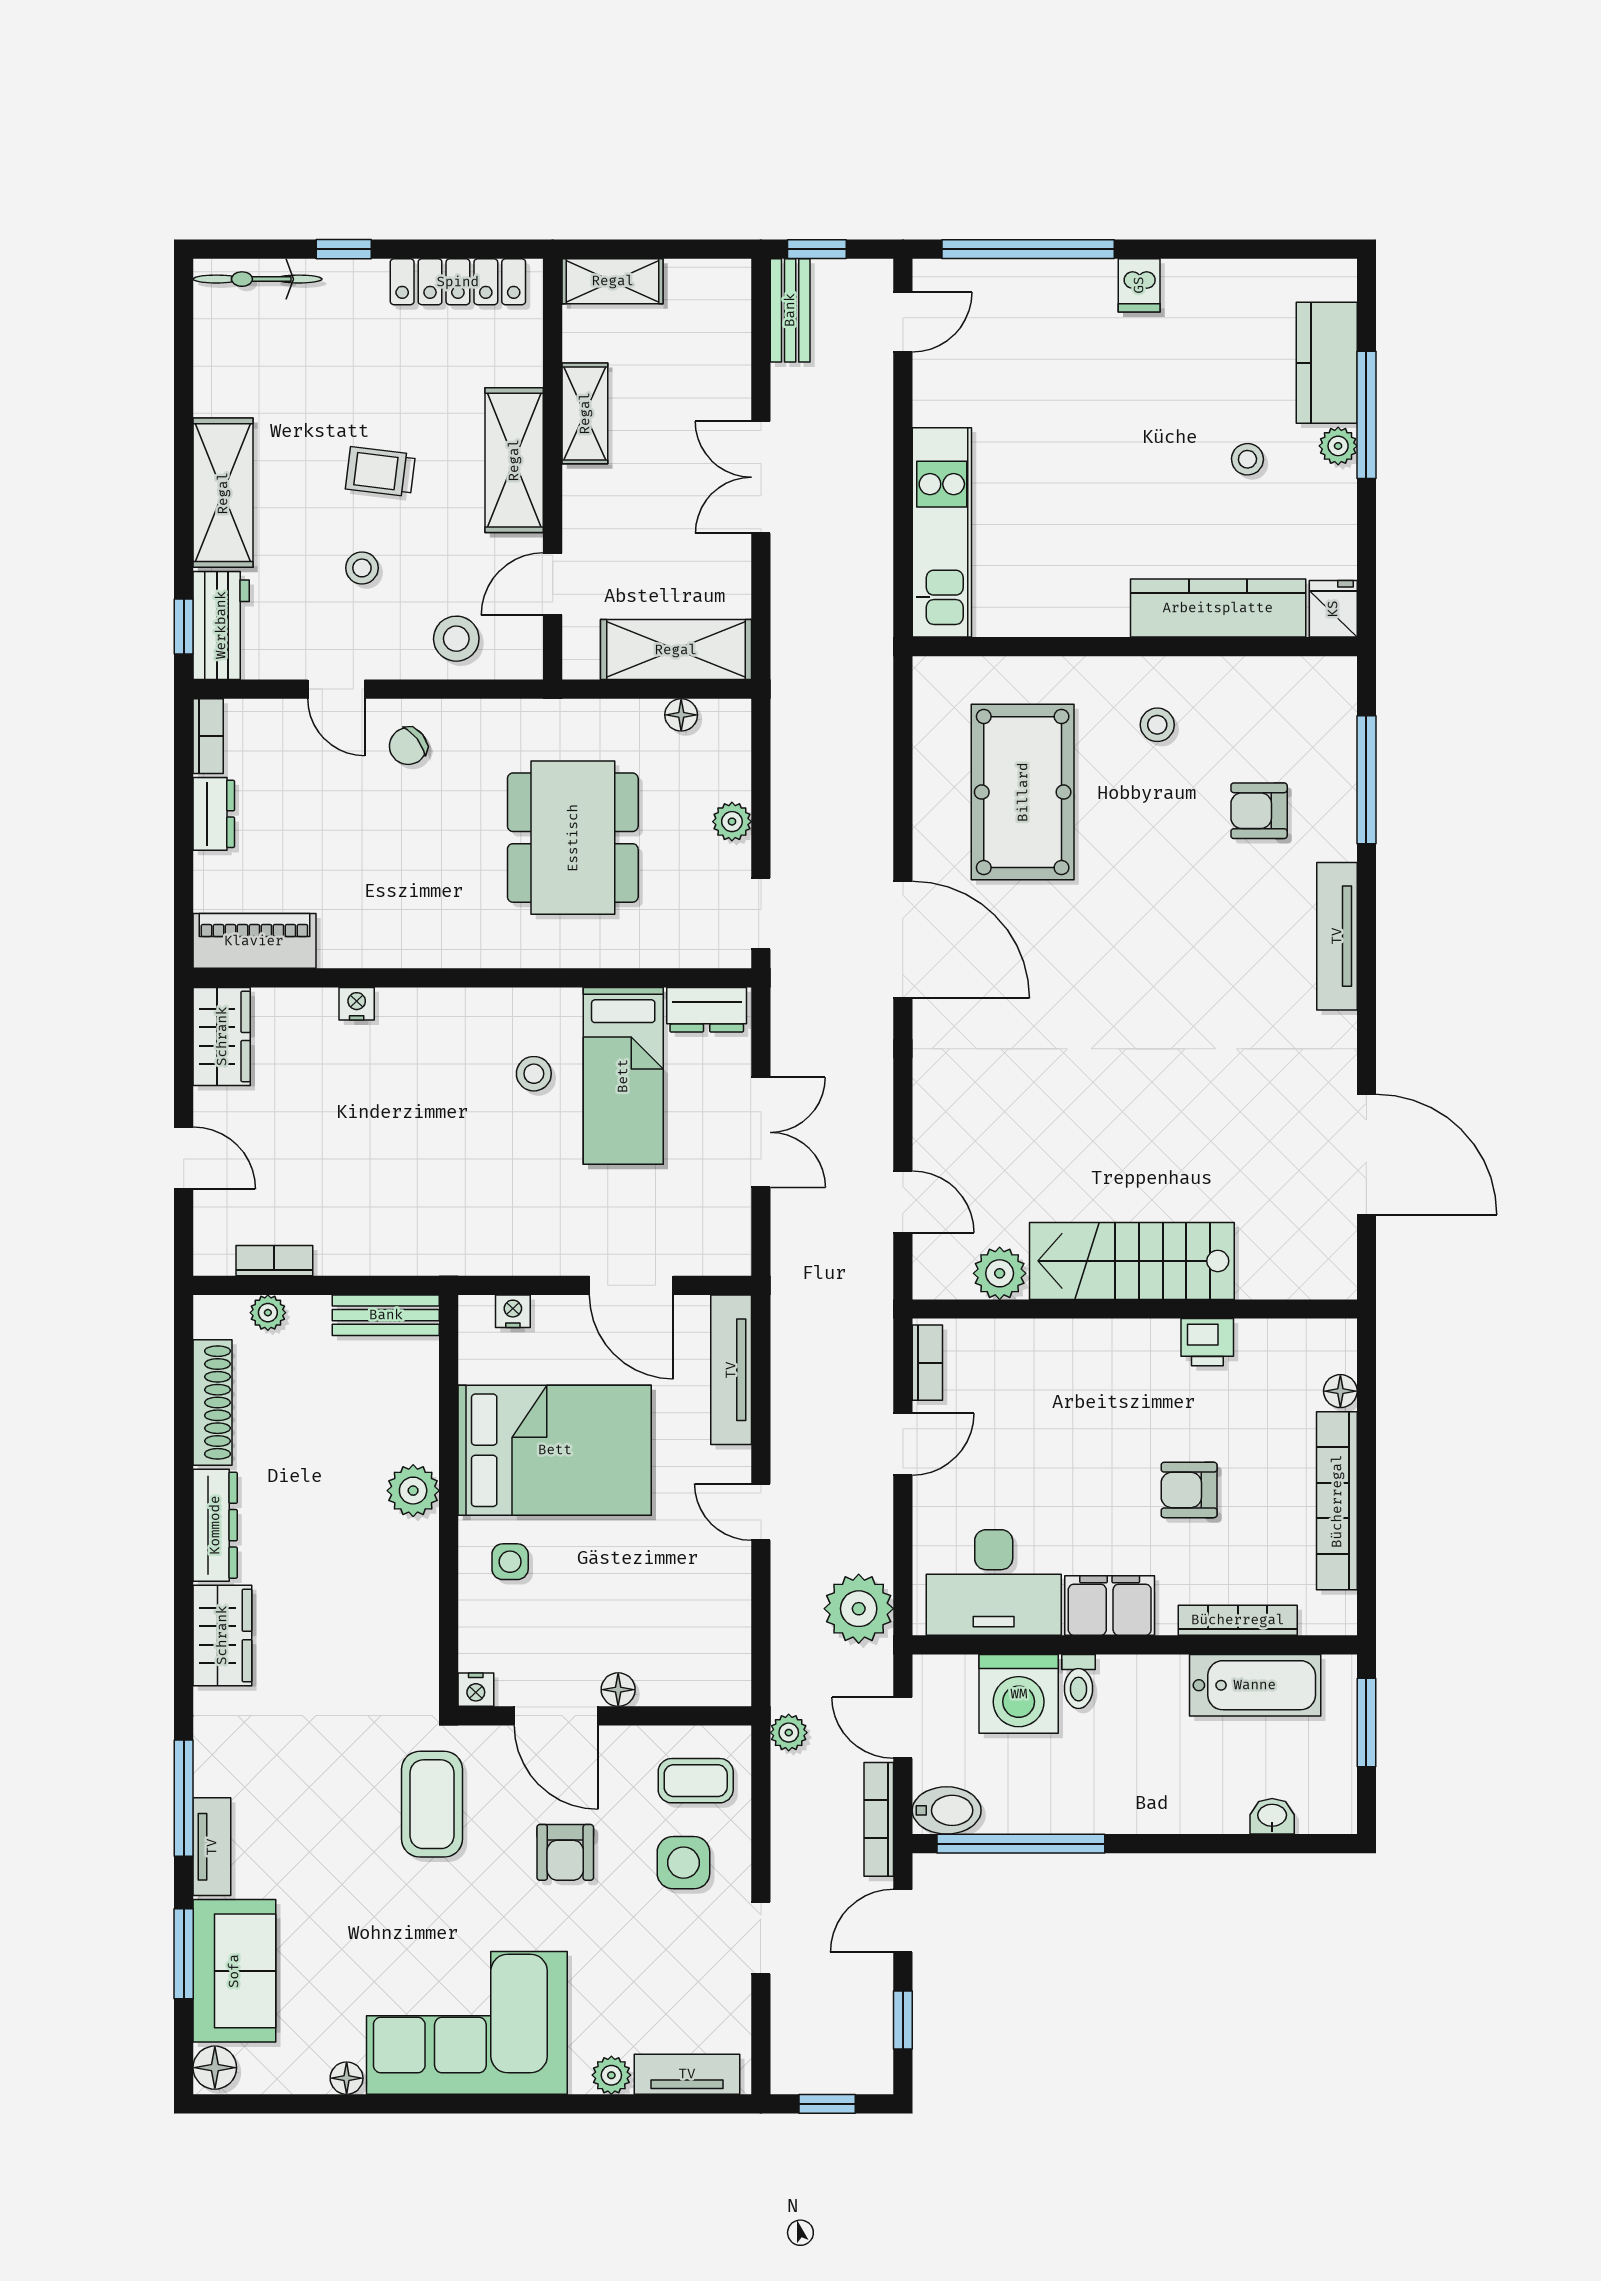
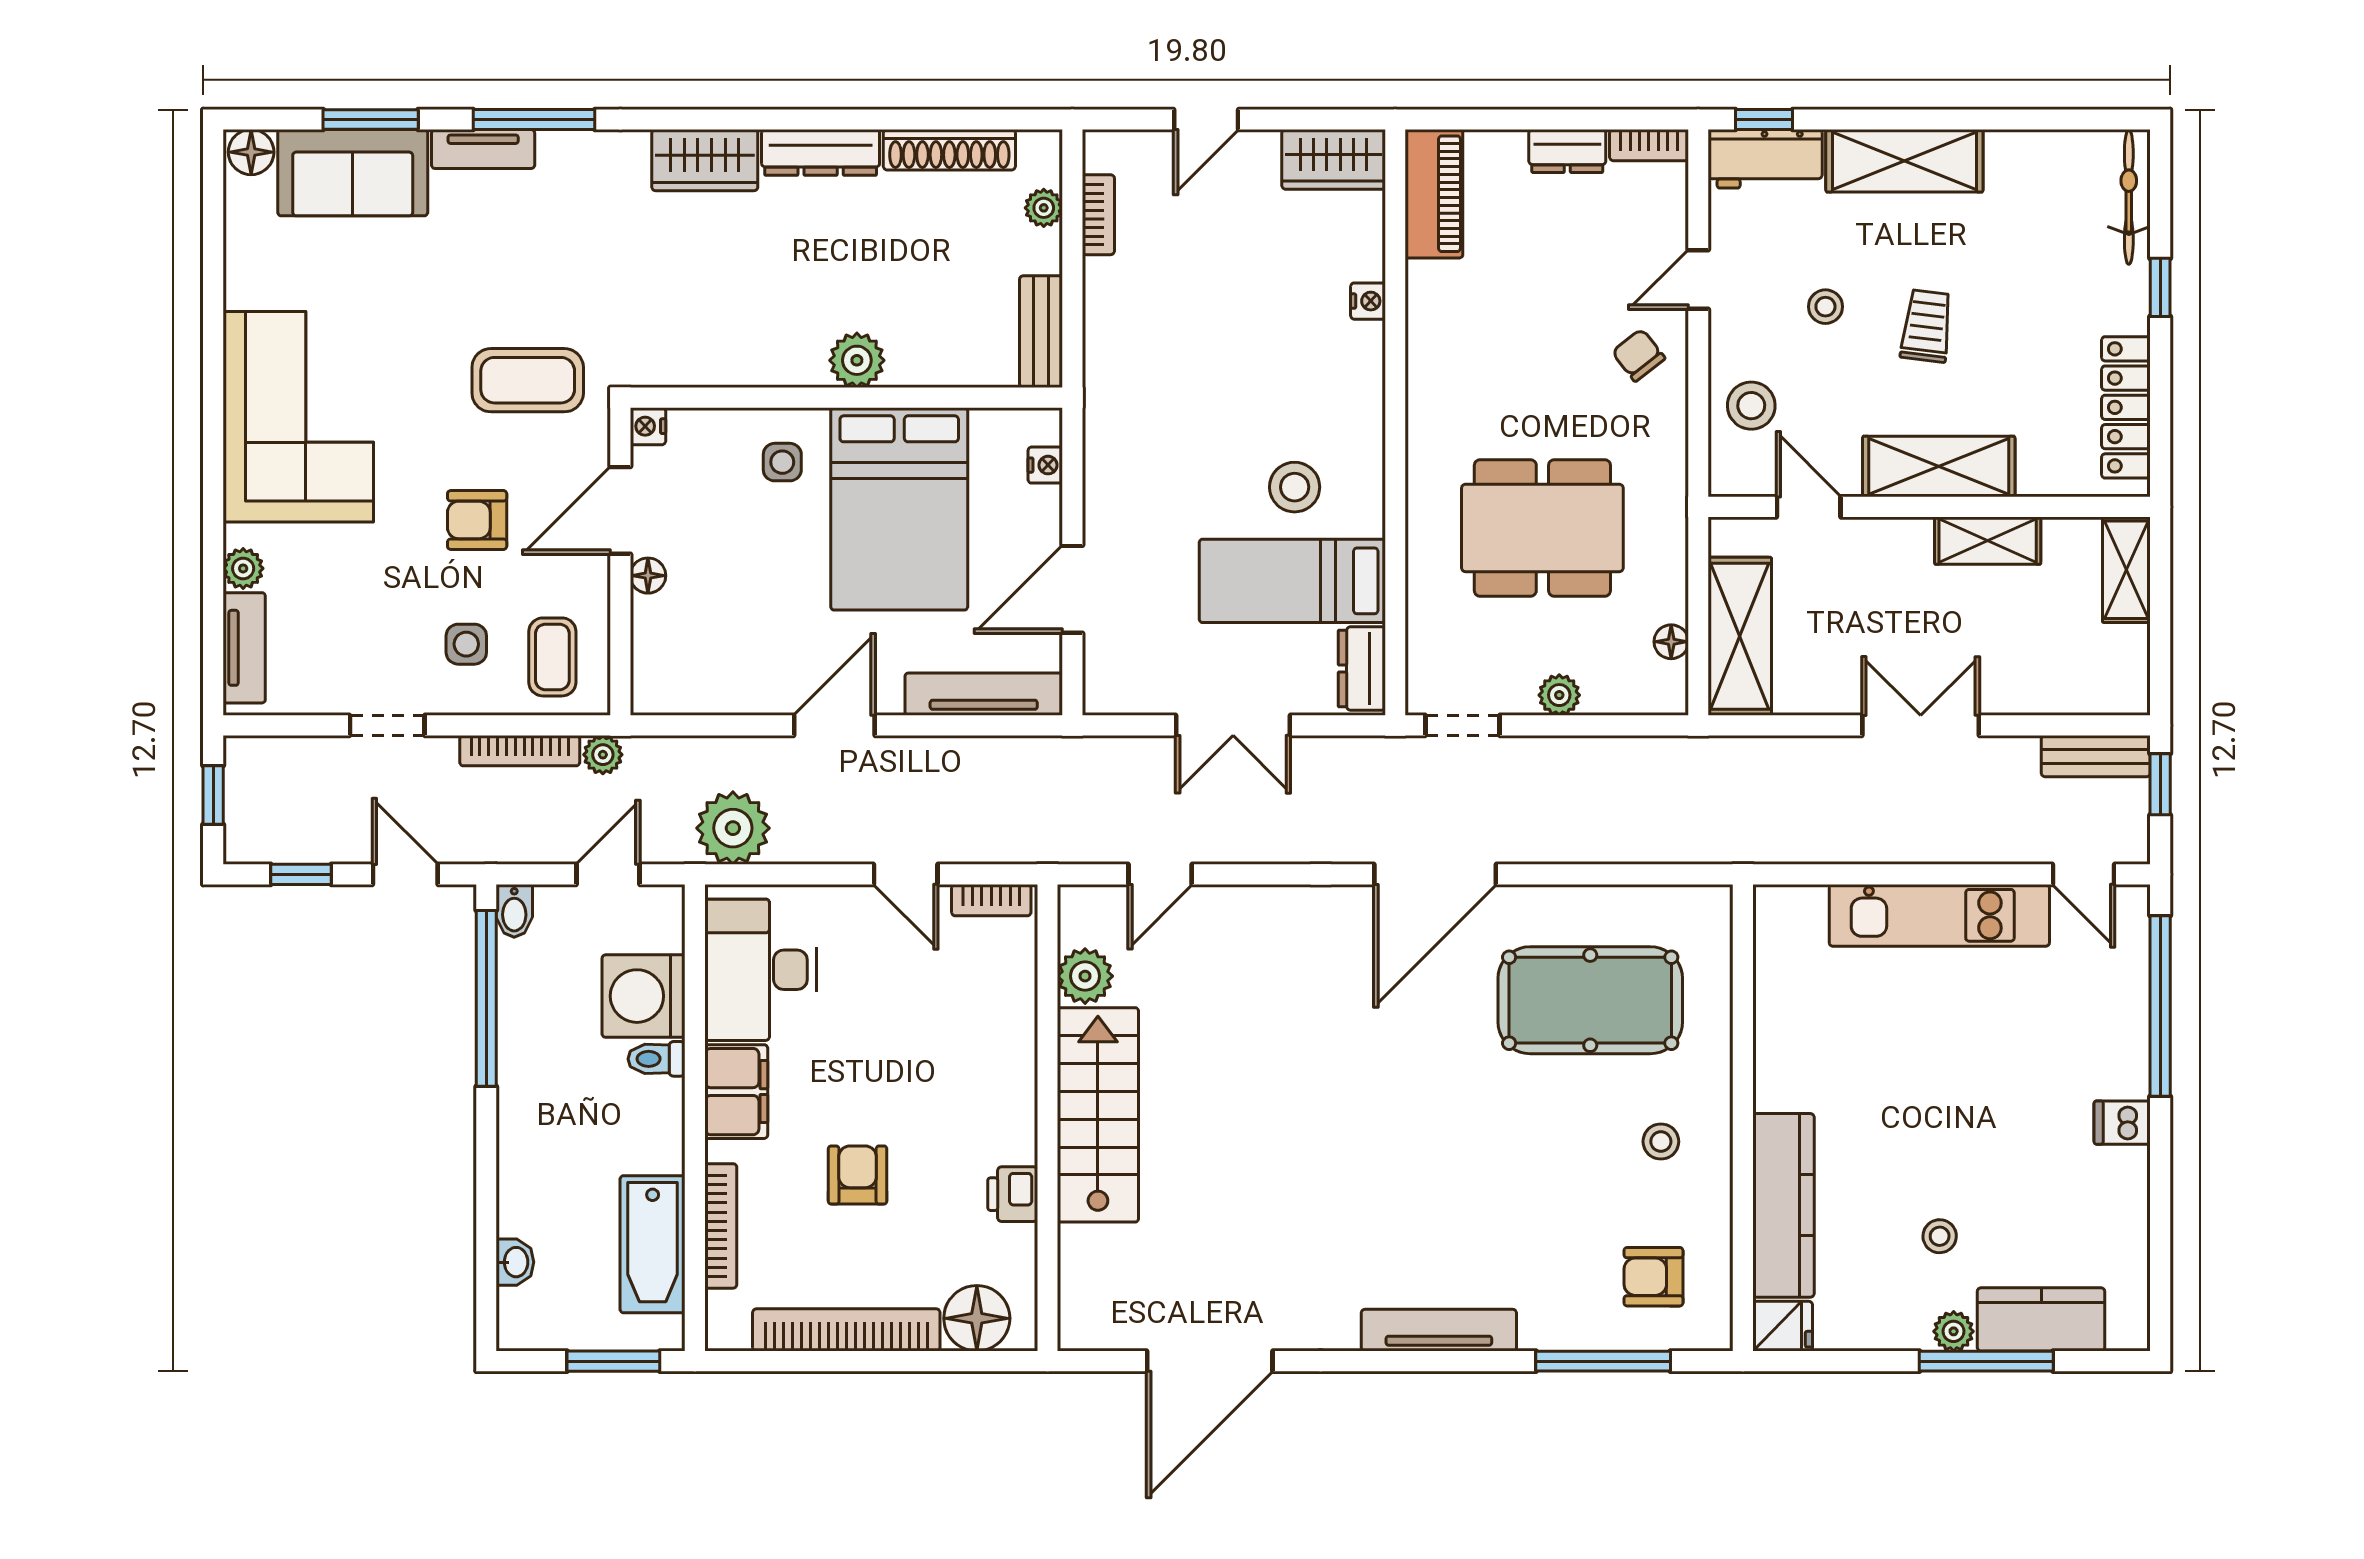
kitchen unit: (942, 532) -> (1939, 915), moved
armchair: (1259, 811) -> (1653, 1277), moved, turned -90
stool: (534, 1074) -> (1295, 487), width x1.37, depth x1.37
floor lamp: (1340, 1391) -> (977, 1318), width x1.89, depth x1.89
door: (761, 1512) -> (834, 725), width x1.38
bidet: (947, 1810) -> (514, 911), width x0.72, depth x0.74
bookcase: (879, 1819) -> (520, 751), moved, turned 180
side table: (683, 1863) -> (466, 644), width x0.73, depth x0.73
floor lamp: (347, 2078) -> (240, 290), removed

